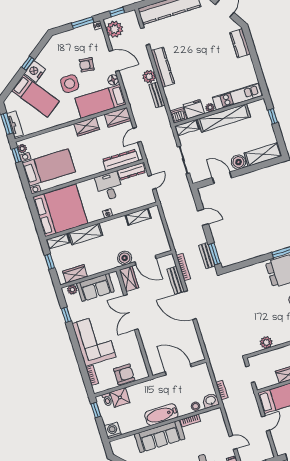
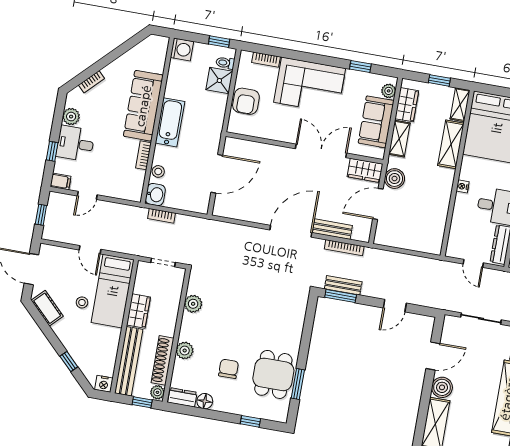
shelving: (138, 217) -> (399, 139), moved

